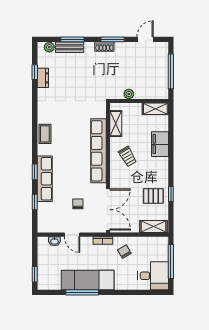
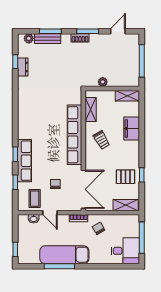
coffee table: (45, 134) -> (35, 199), moved

